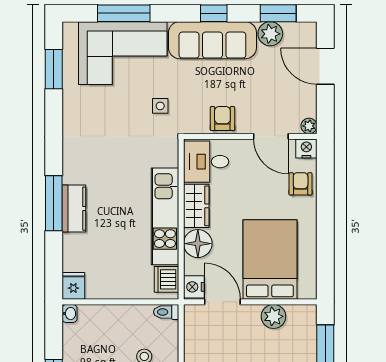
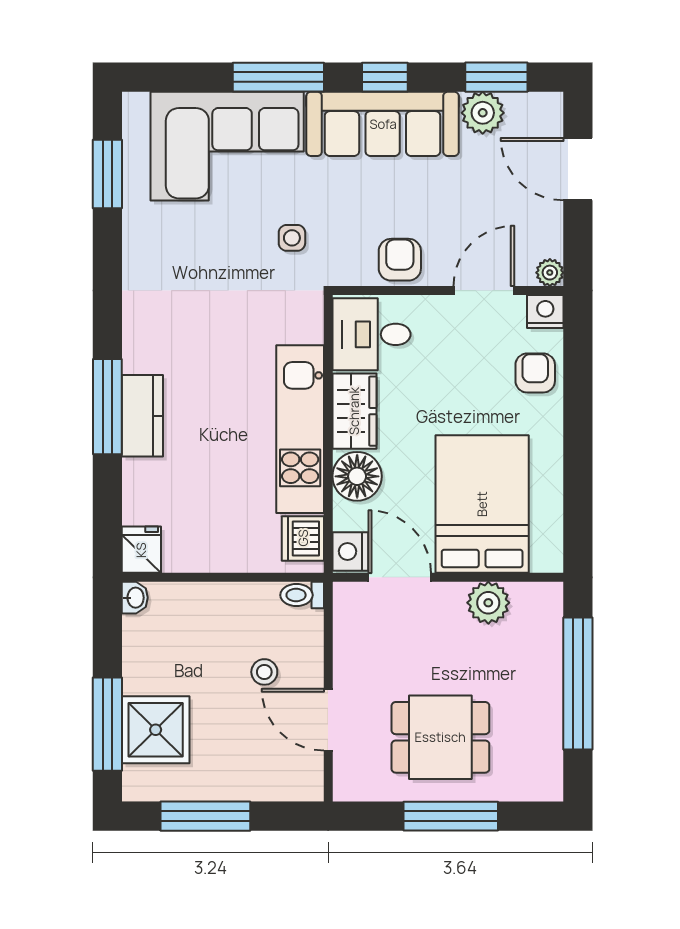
window: (124, 13) -> (278, 77), moved
door: (271, 136) -> (484, 291), swing flipped

